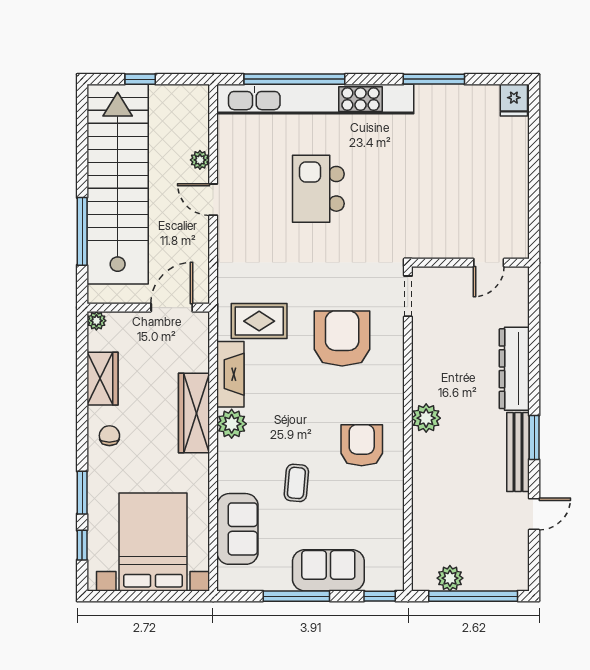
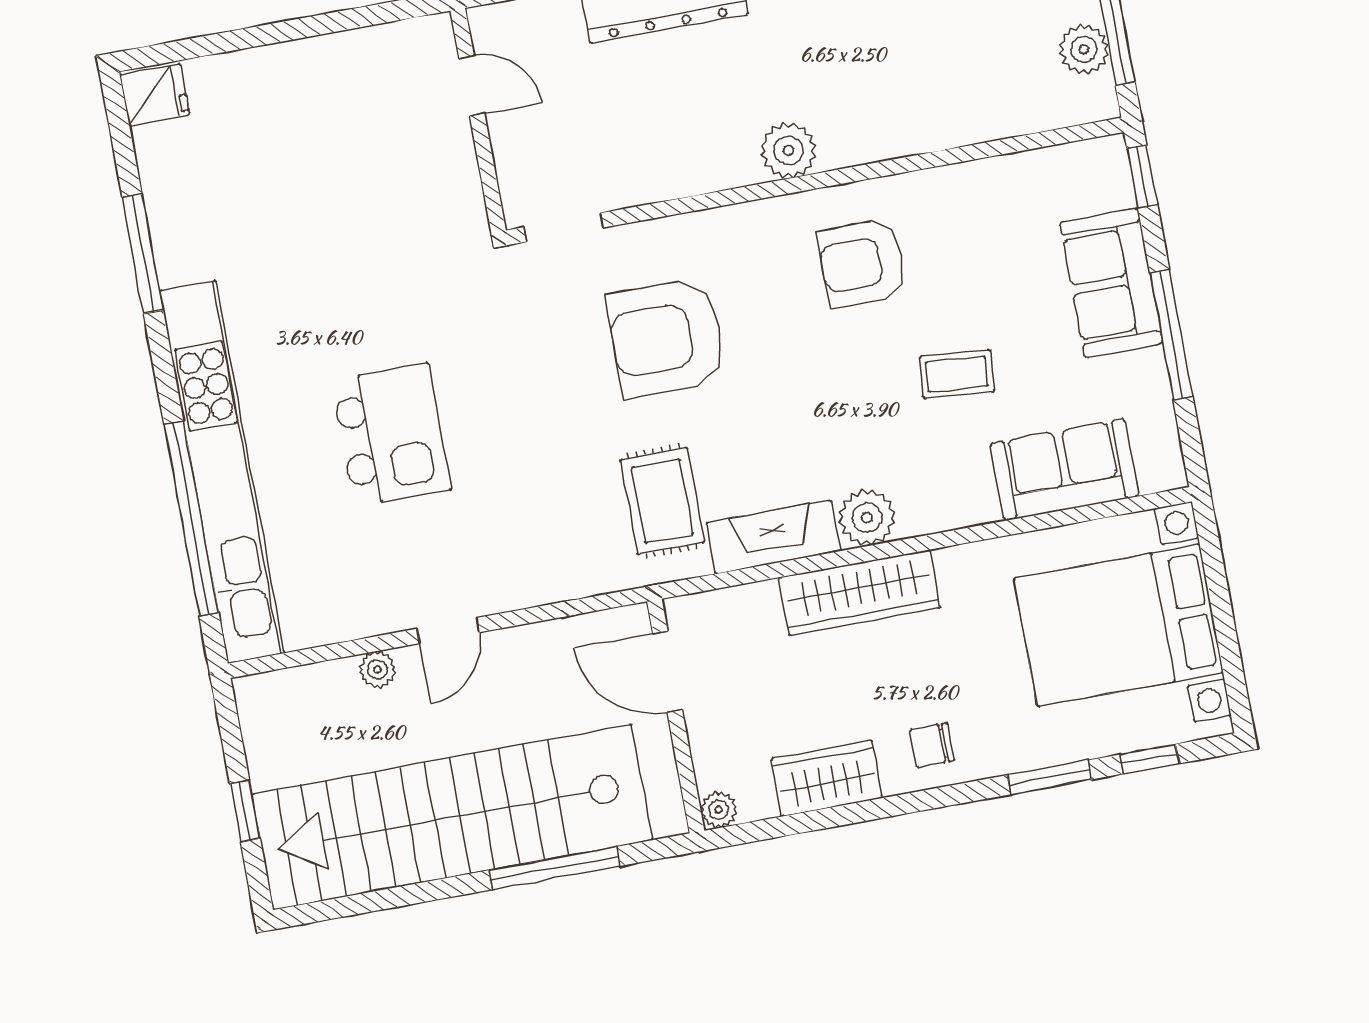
kitchen island: (318, 189) -> (391, 435), turned -90

